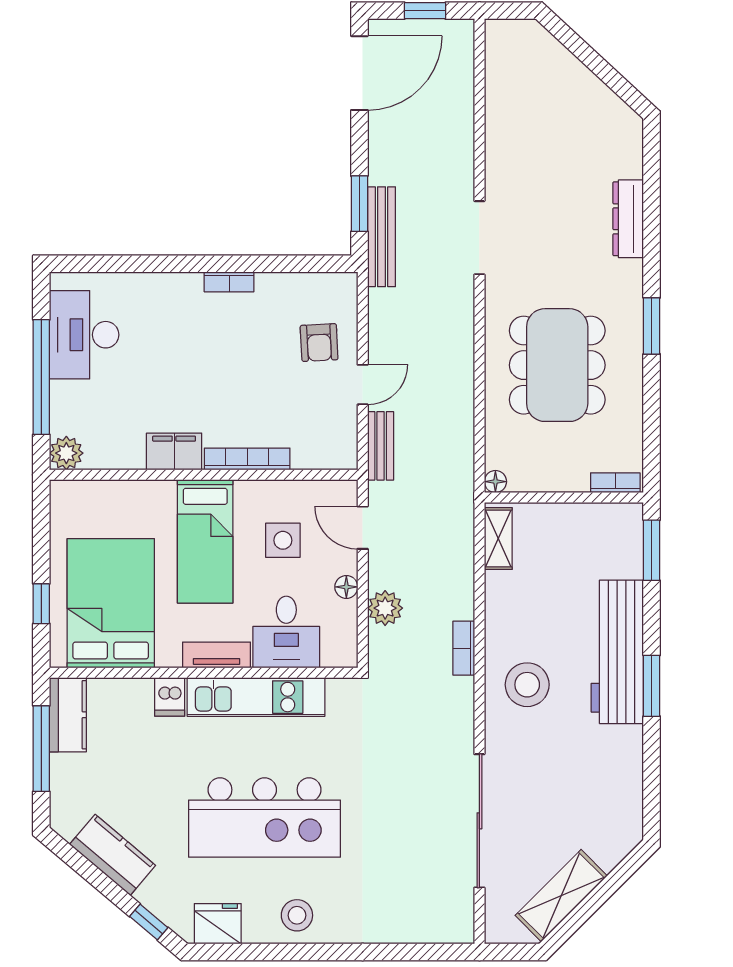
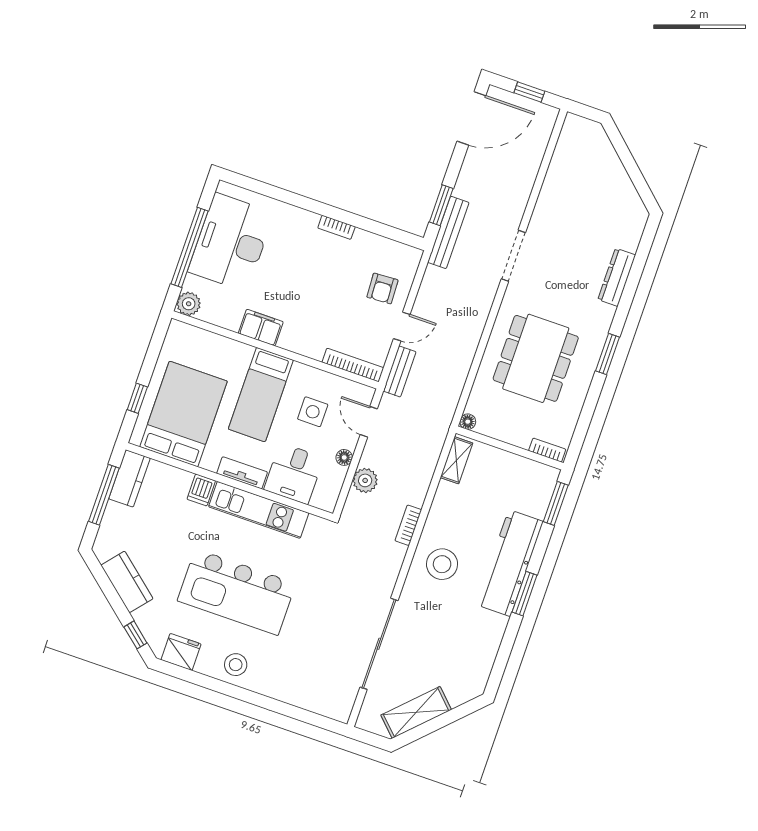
desk: (84, 335) -> (231, 242), width x1.36, depth x1.30
bookcase: (247, 459) -> (353, 365), moved

